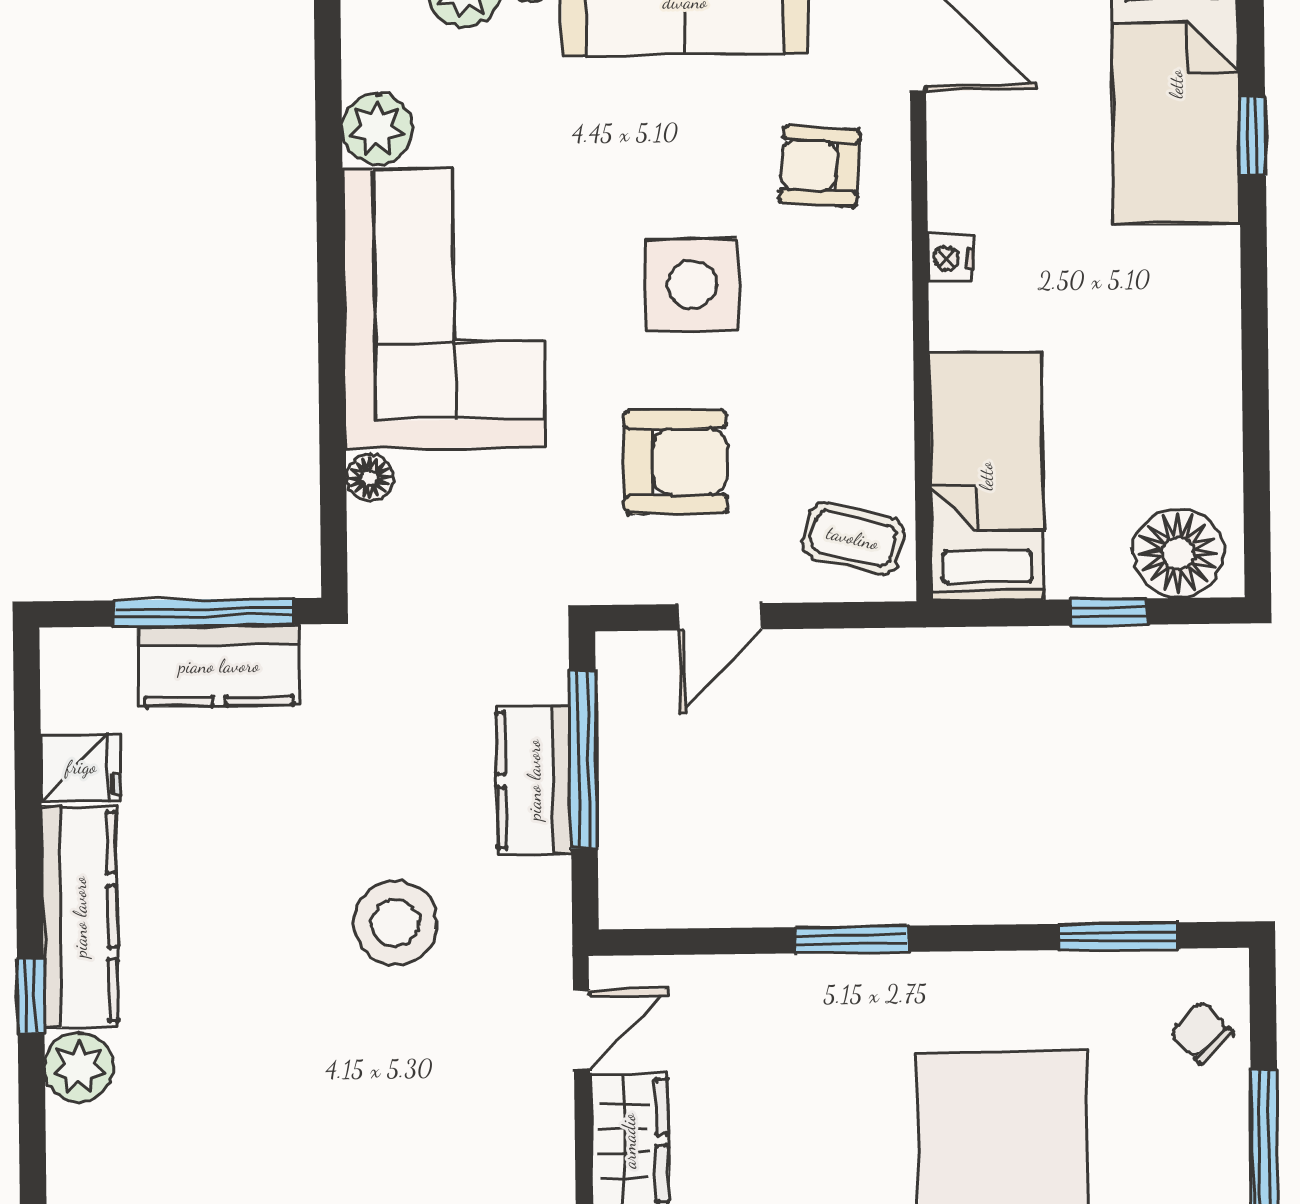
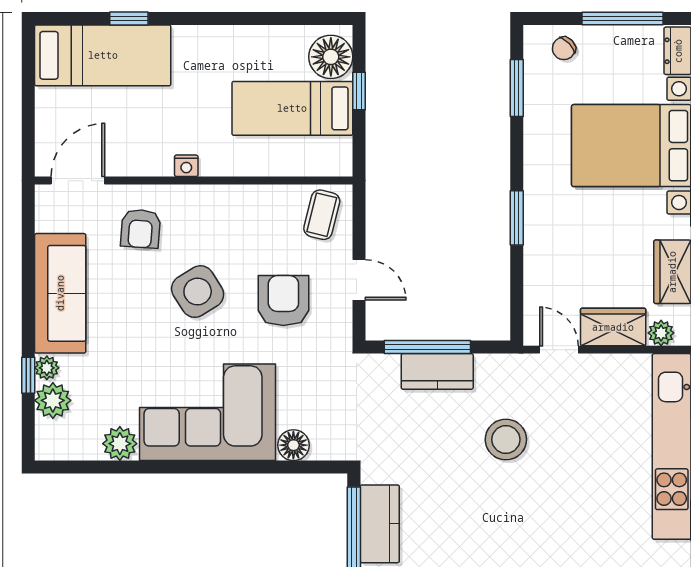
side table: (692, 285) -> (198, 292), turned -32
bed: (986, 476) -> (292, 108), moved
floor lamp: (370, 477) -> (293, 445), width x1.37, depth x1.37

